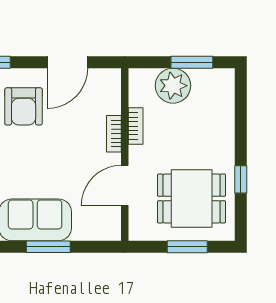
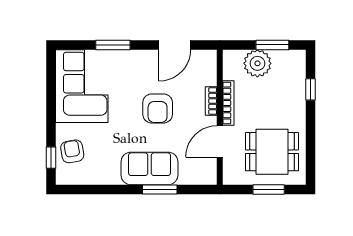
armchair: (24, 106) -> (158, 108), moved
bookcase: (136, 126) -> (228, 103), width x1.56
window: (241, 179) -> (311, 89), moved

